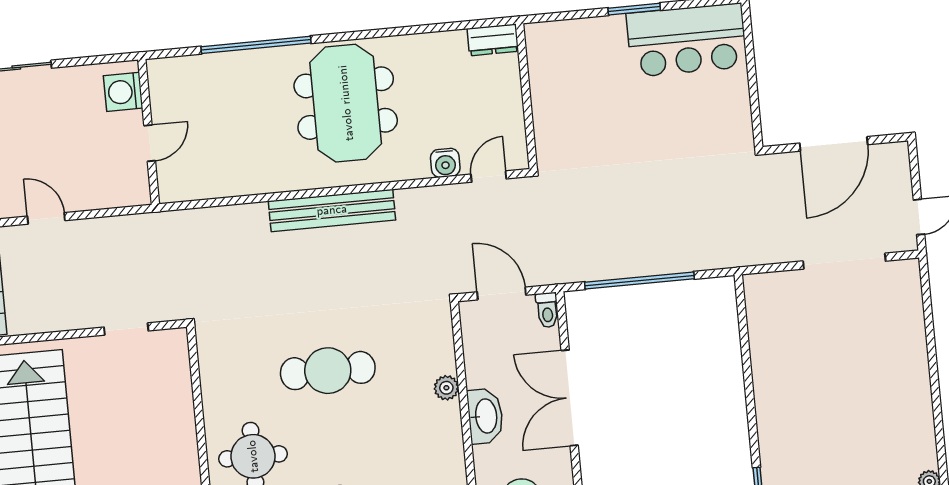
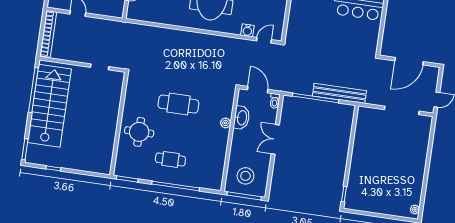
bench: (332, 210) -> (339, 93), moved
double door: (570, 398) -> (275, 139), width x0.73
washbasin: (485, 416) -> (242, 118), moved

